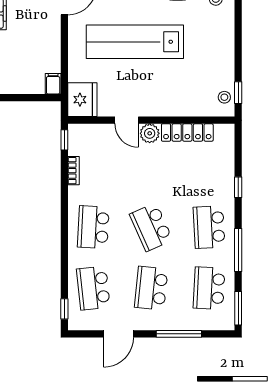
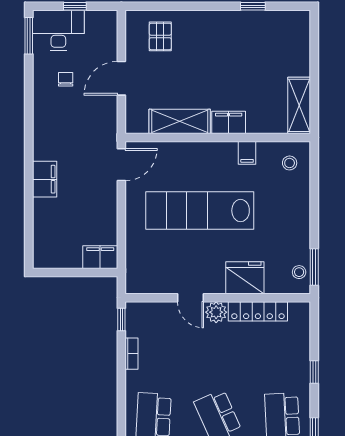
filing cabinet: (53, 84) -> (100, 257), width x2.00
window: (238, 93) -> (314, 267), width x1.50
fridge: (82, 100) -> (245, 278), moved, turned -90

